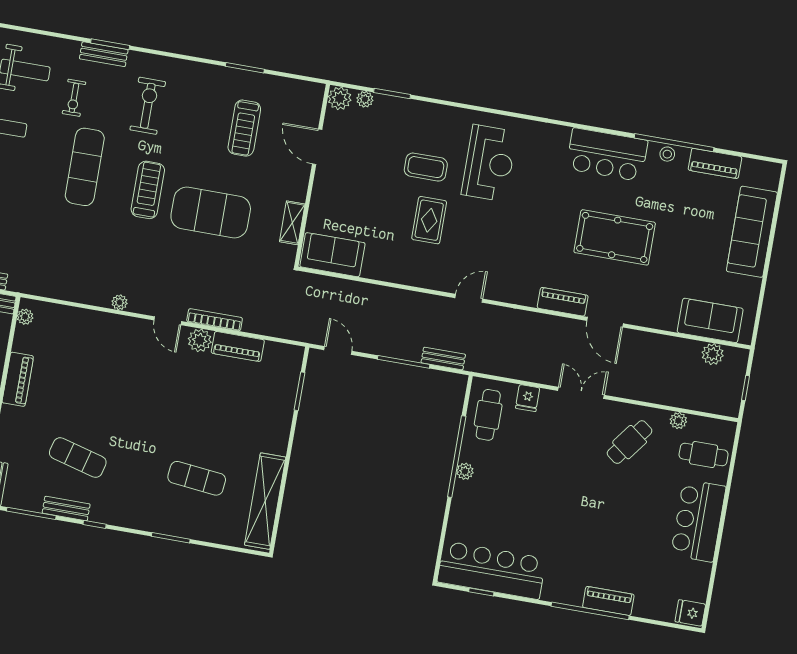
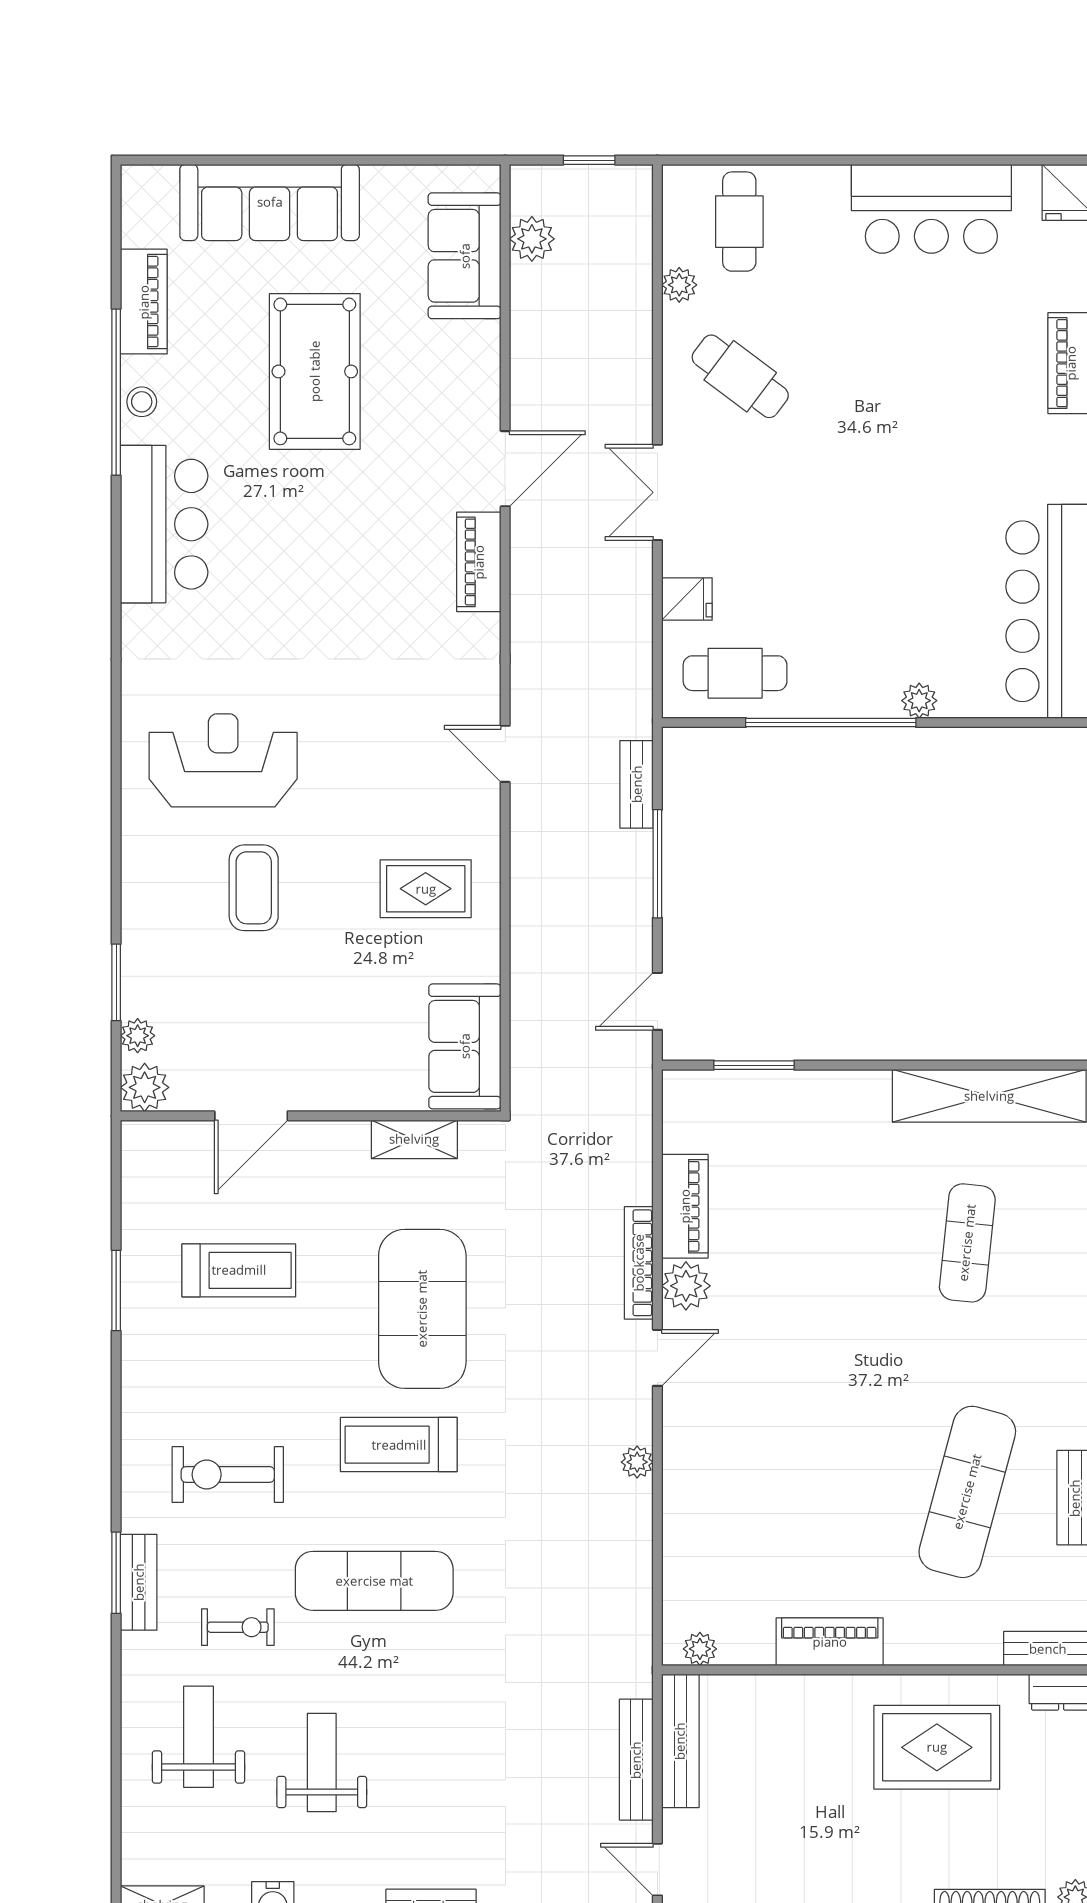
rug: (429, 220) -> (426, 889), moved
pool table: (615, 237) -> (315, 371), moved
exercise mat: (78, 458) -> (967, 1492), width x1.36, depth x1.45
plant: (465, 471) -> (919, 701), moved
bar counter: (698, 521) -> (931, 209), moved

